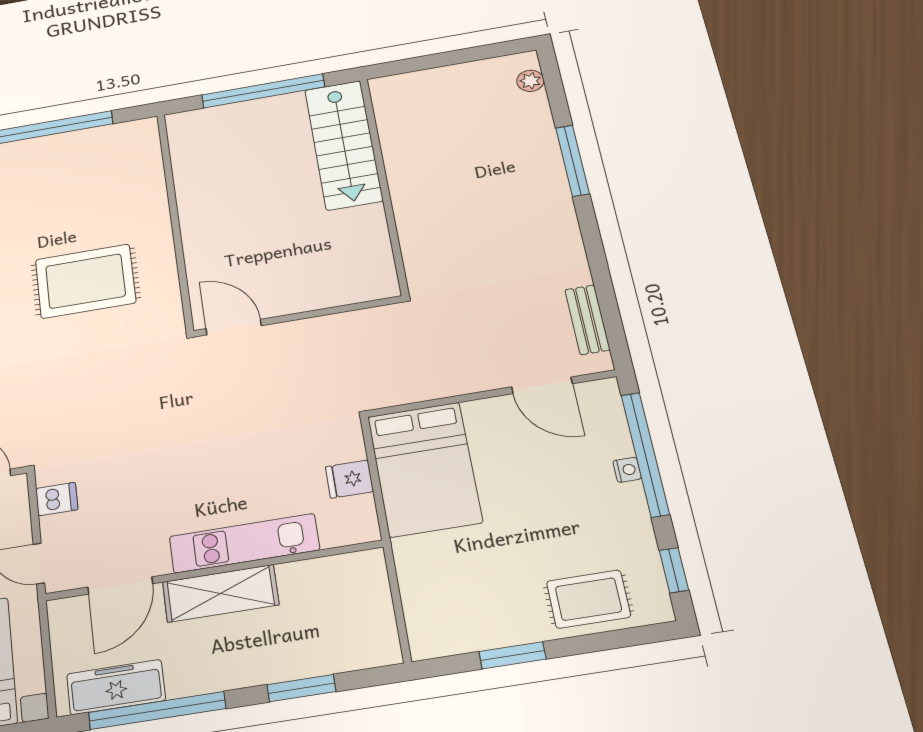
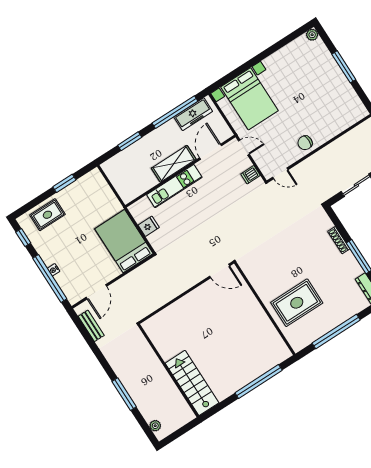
stairs: (344, 145) -> (192, 383), moved
wall: (384, 184) -> (168, 371), moved
rug: (85, 281) -> (297, 303), moved
door: (542, 385) -> (96, 292), swing flipped

